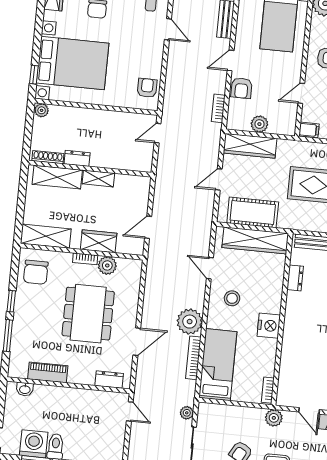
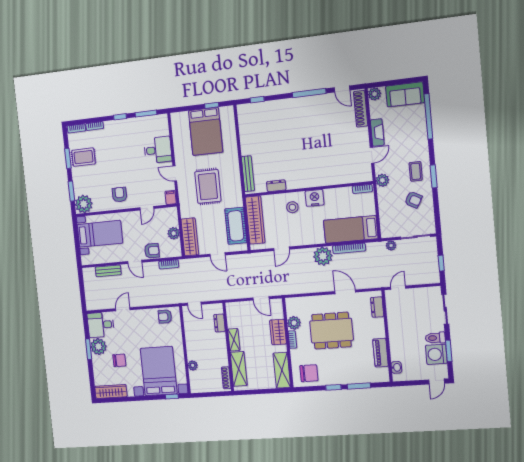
door: (301, 93) -> (147, 208), hinge flipped
plant: (42, 110) -> (193, 365), moved
dresser: (77, 158) -> (219, 323), moved
stool: (232, 298) -> (292, 207), moved

